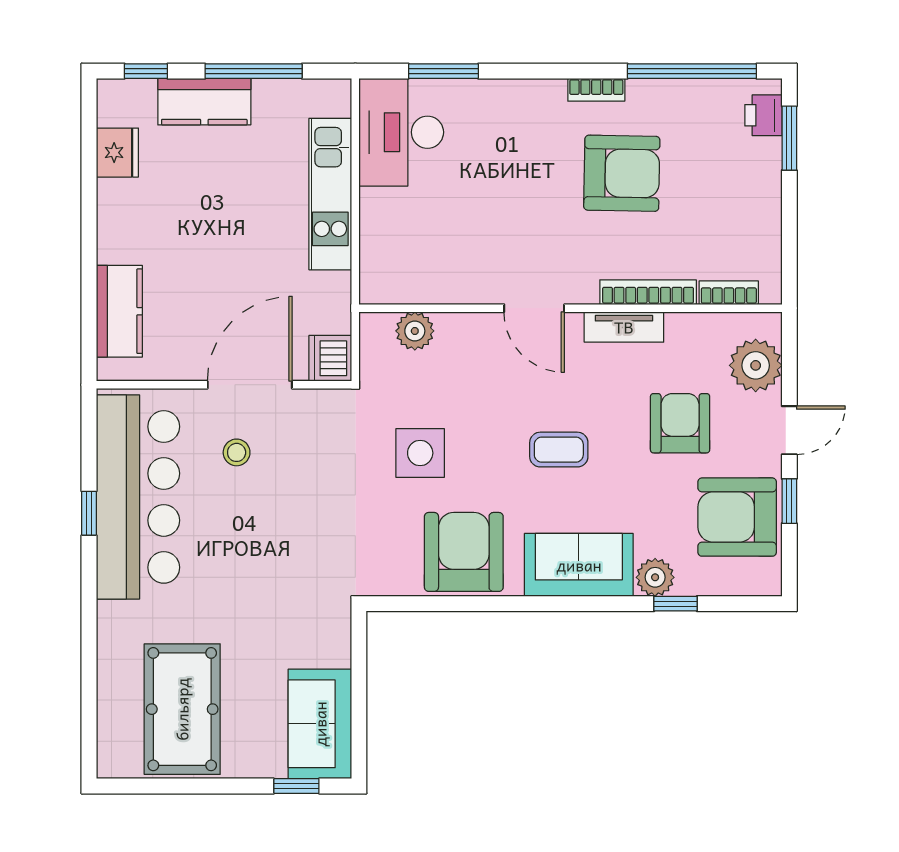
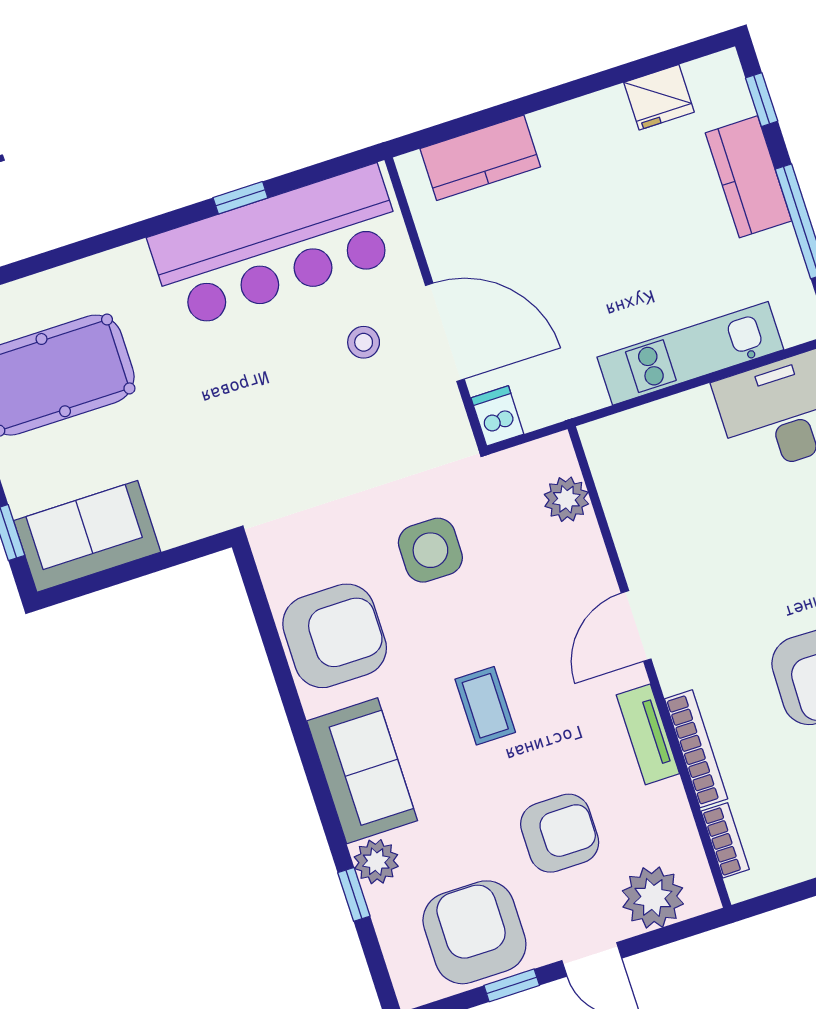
dishwasher: (330, 358) -> (497, 416), width x0.73

